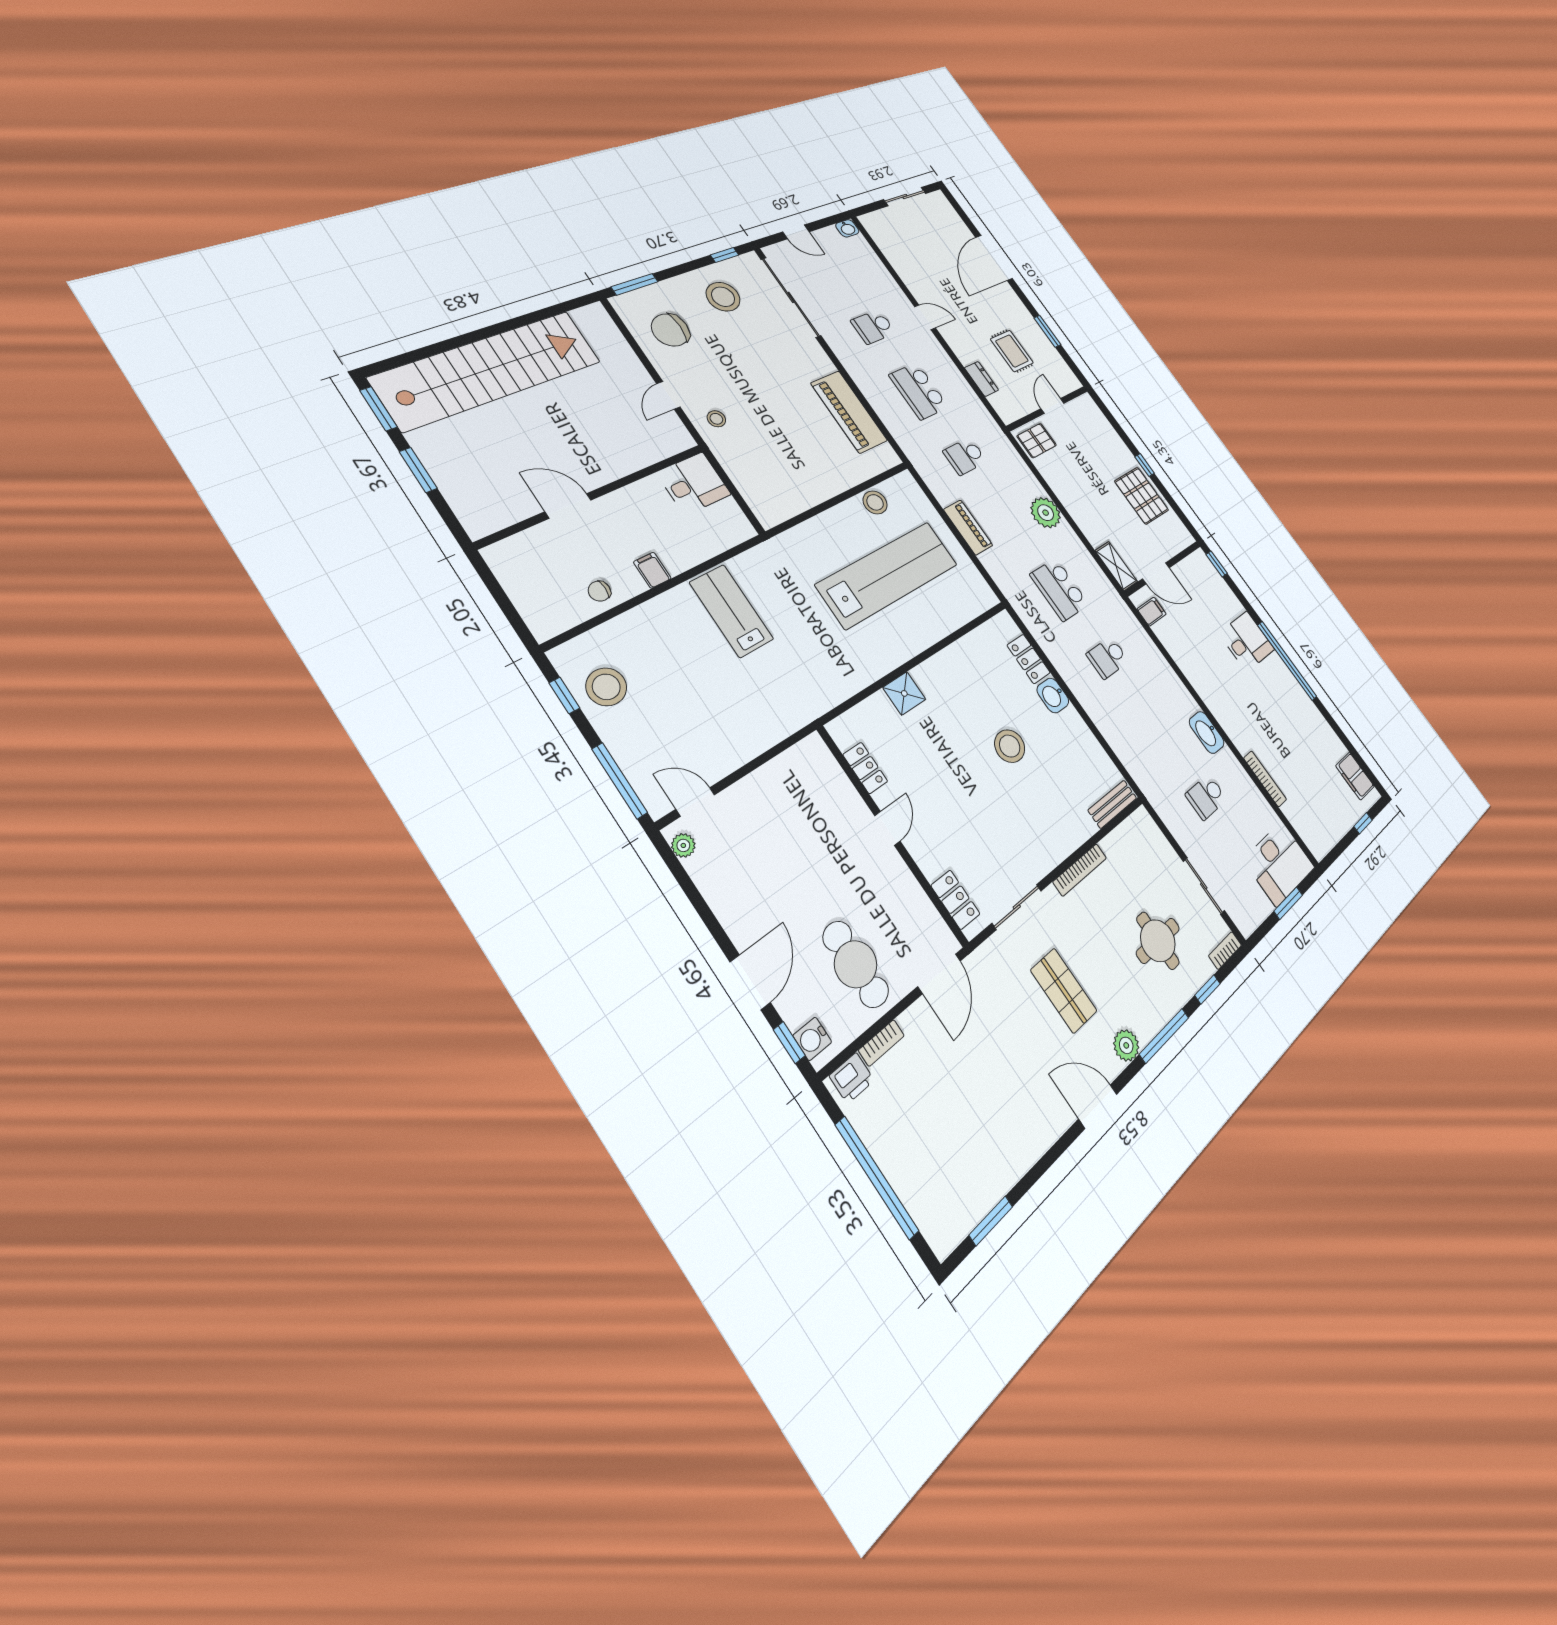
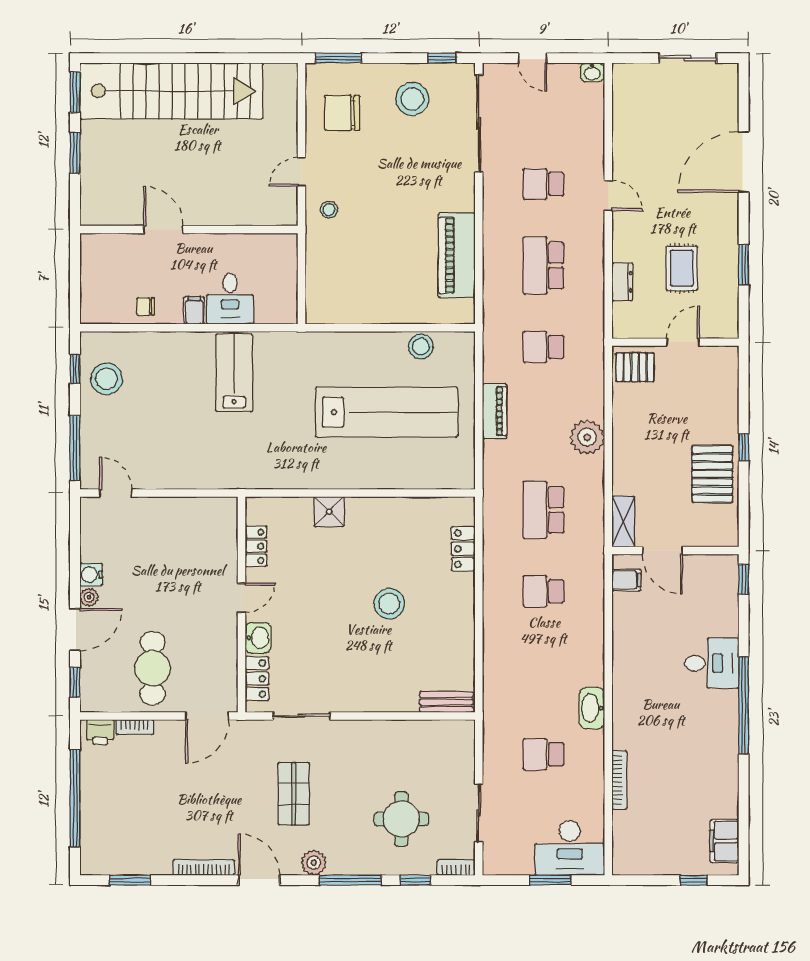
desk: (694, 484) -> (230, 299), moved, turned 90
washbasin: (1053, 696) -> (258, 638), moved, turned 180
plant: (683, 845) -> (89, 597), moved
bookcase: (1080, 870) -> (204, 867), moved, turned 180
water cooler: (812, 1039) -> (91, 575), moved

